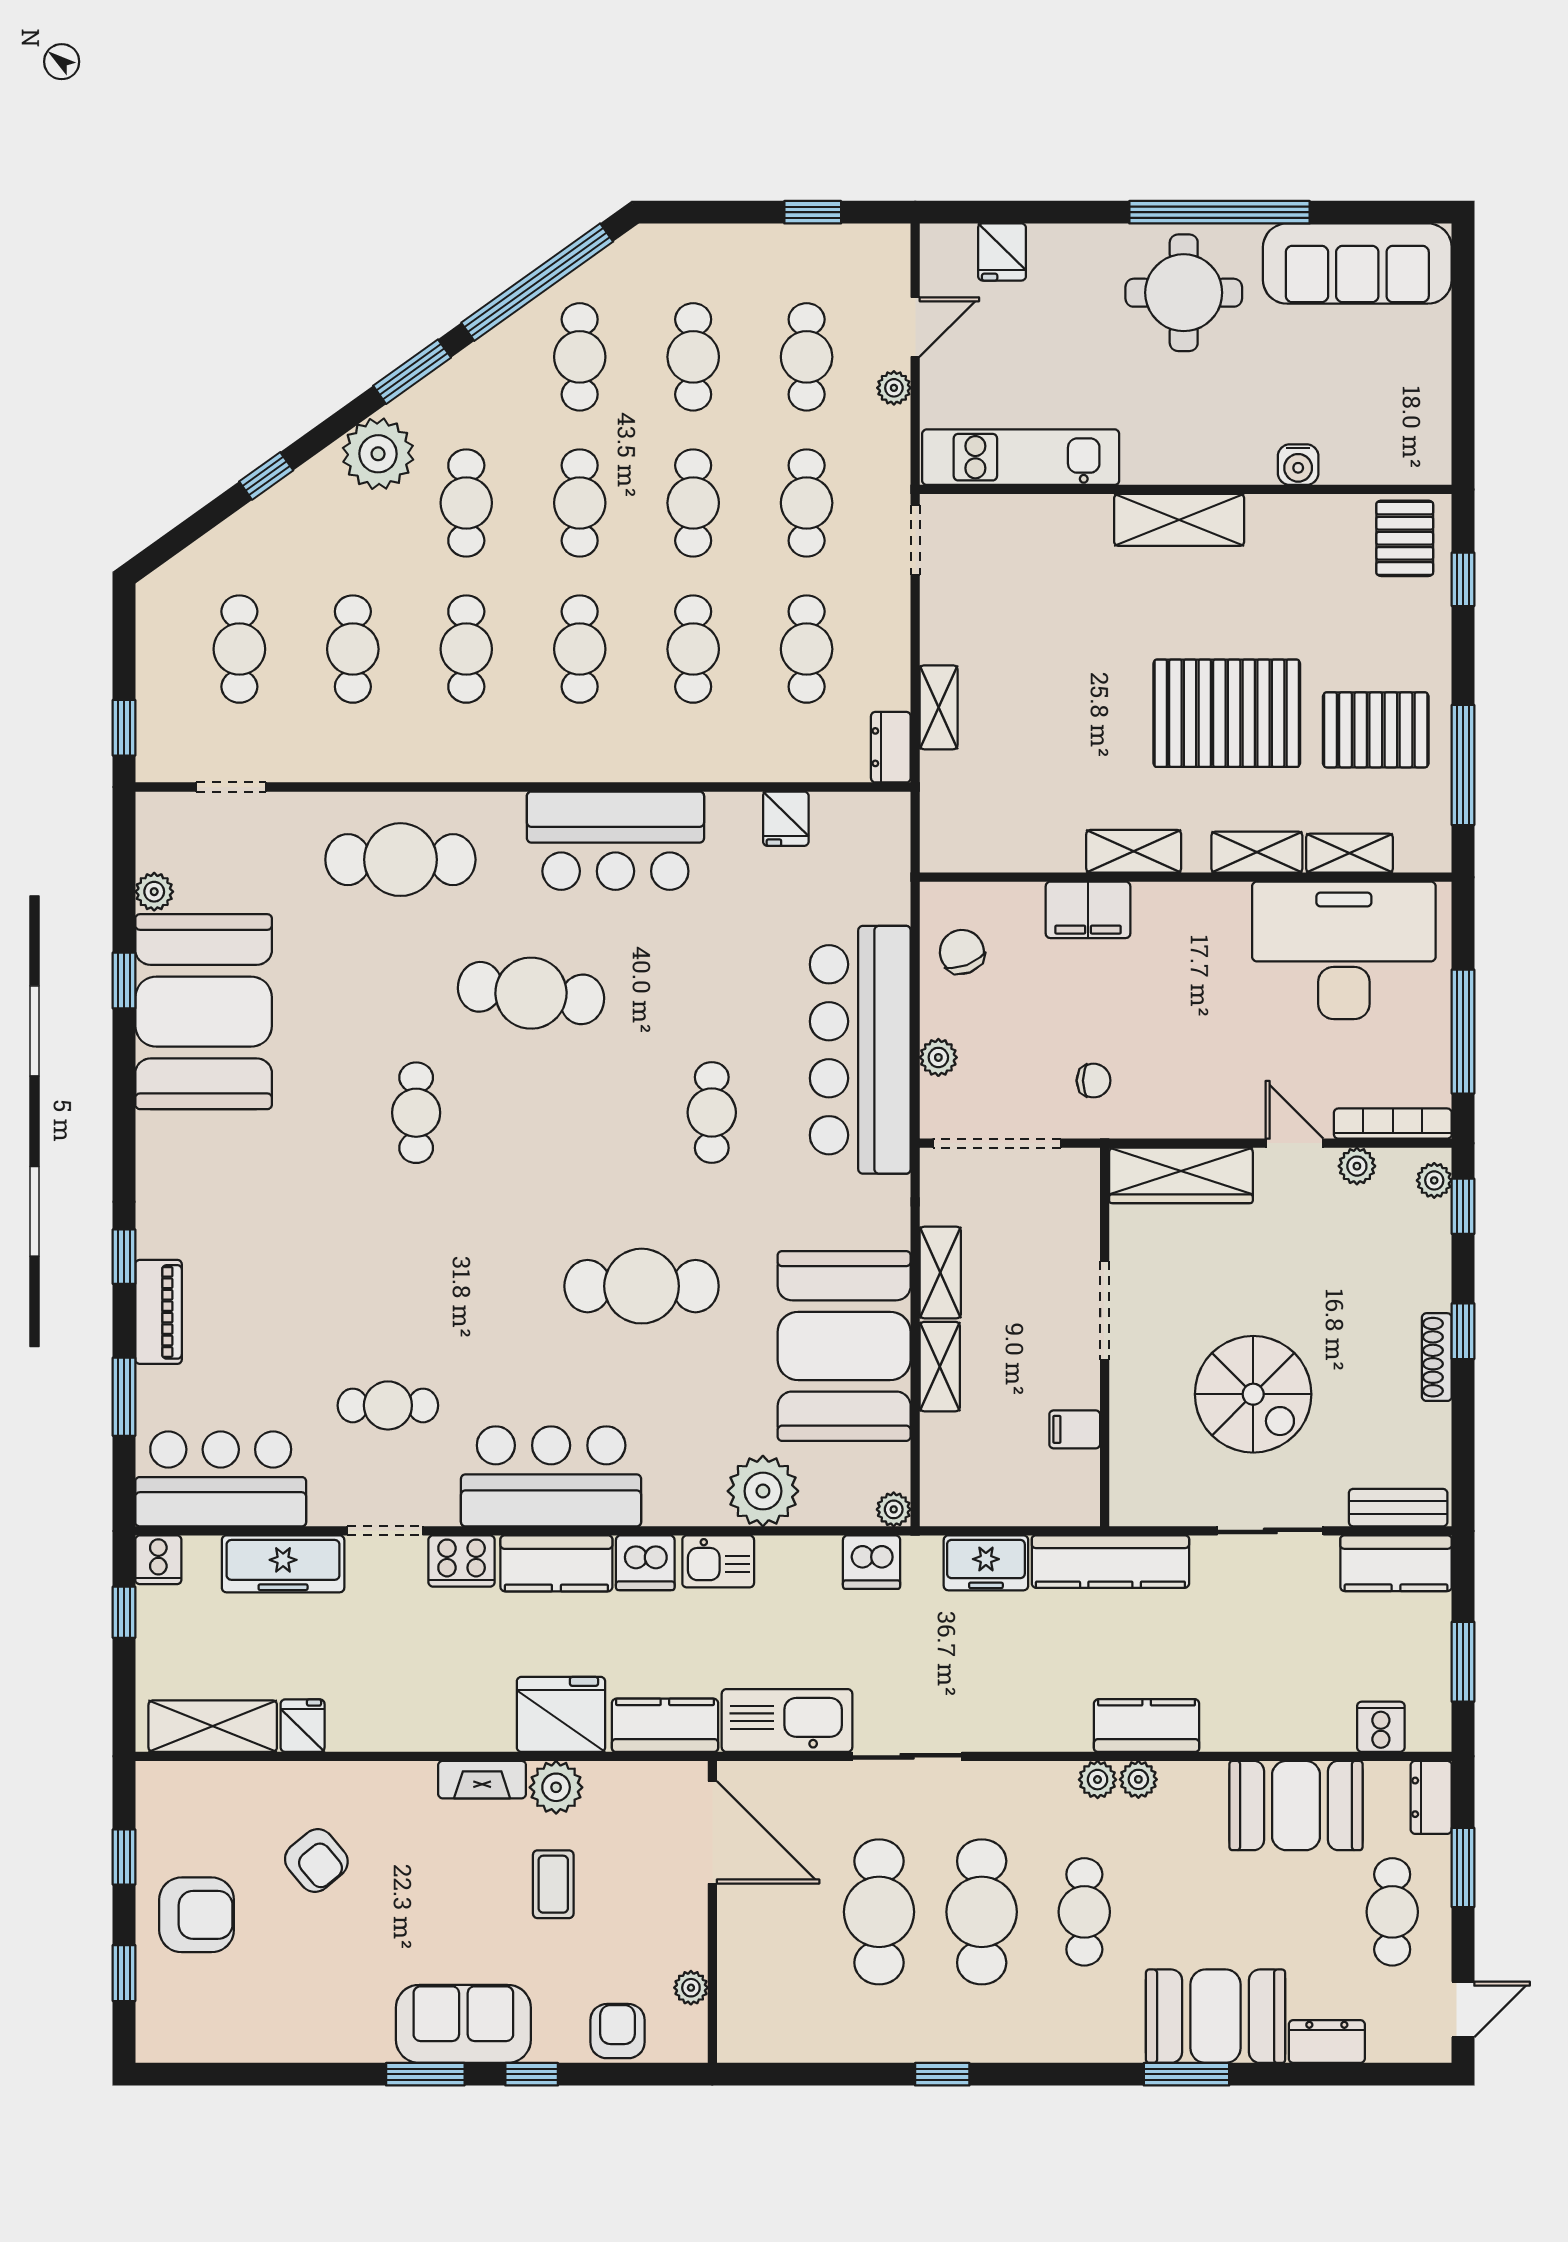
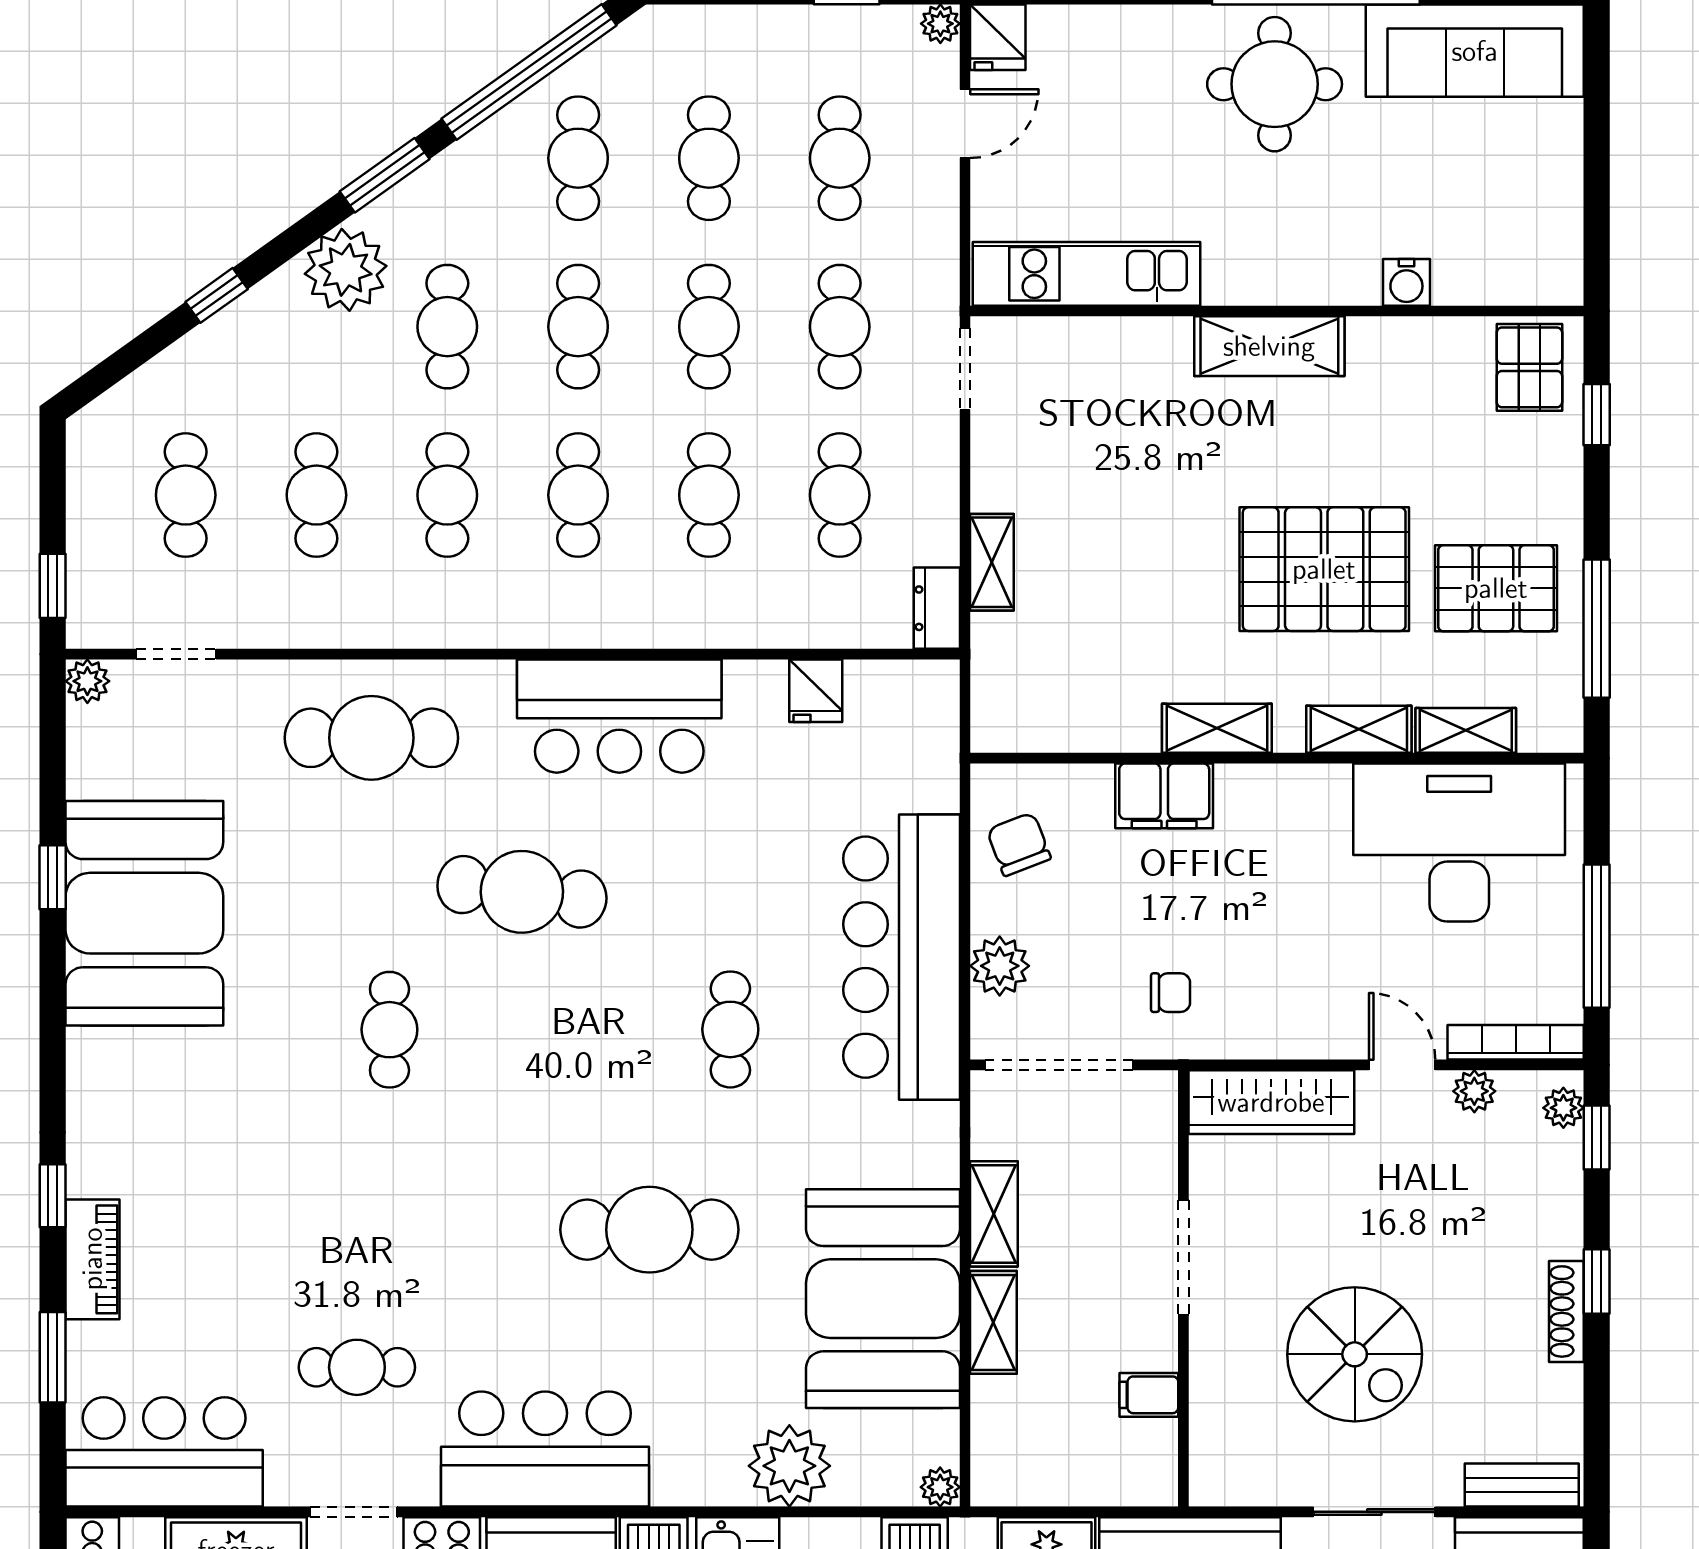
fridge: (1002, 252) -> (998, 37), moved
plant: (894, 388) -> (940, 24), moved
plant: (154, 892) -> (87, 681), moved
plant: (938, 1057) -> (1000, 966), width x1.38, depth x1.38

